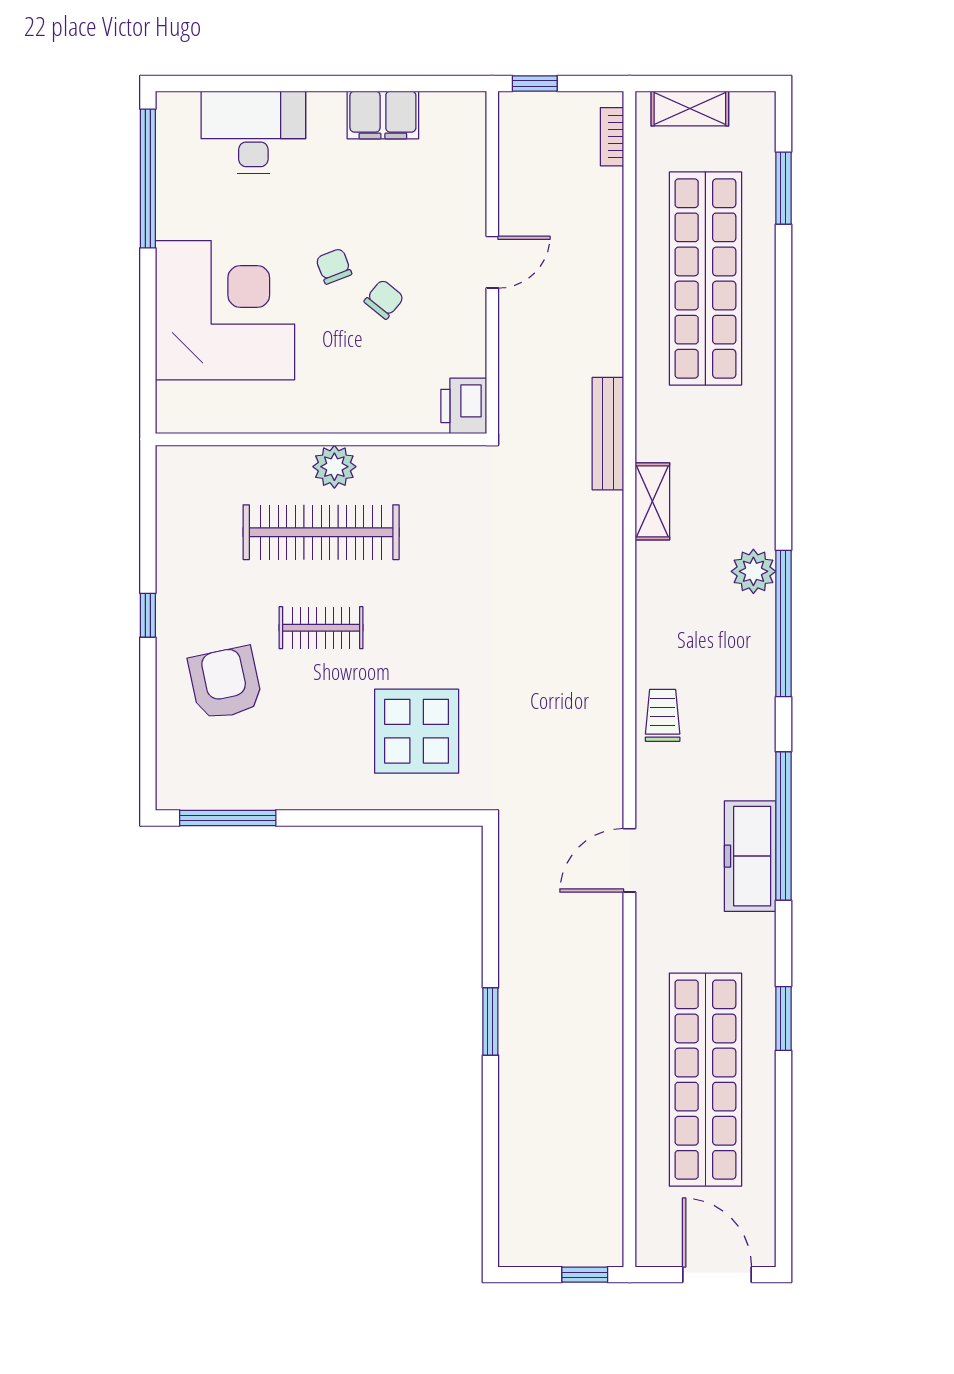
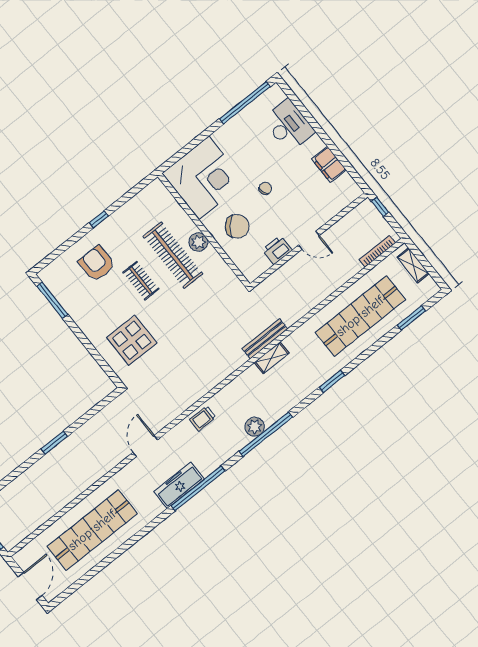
bookcase: (612, 137) -> (377, 251), width x1.56
chair: (384, 299) -> (237, 226), moved, width x1.87, depth x1.87
corner desk: (225, 310) -> (204, 178), moved
printer: (464, 406) -> (277, 250), moved
bench: (608, 434) -> (265, 339), moved
plant: (753, 571) -> (255, 427), moved
armchair: (225, 683) -> (97, 263), turned -78
trolley: (663, 715) -> (203, 418), turned 180
door: (629, 860) -> (145, 446), hinge flipped
window: (783, 1019) -> (332, 381), moved

